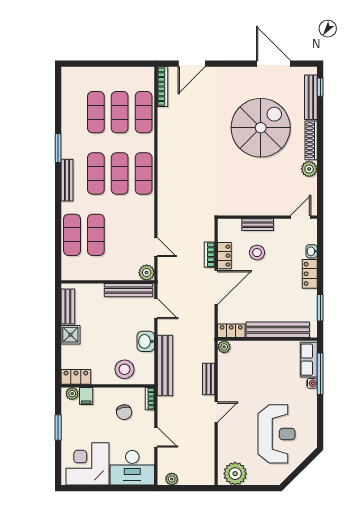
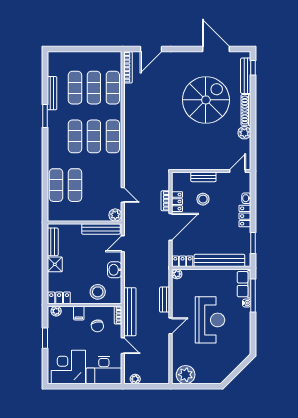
bench: (67, 180) -> (52, 93), moved
door: (156, 309) -> (123, 244), swing flipped
bench: (165, 366) -> (130, 312), moved
filing cabinet: (86, 396) -> (79, 313), moved
reception desk: (276, 434) -> (210, 320), moved

